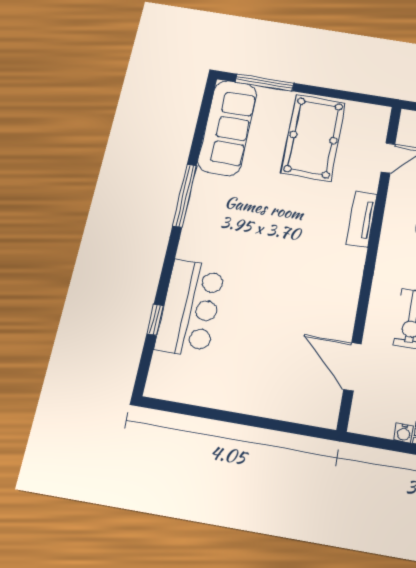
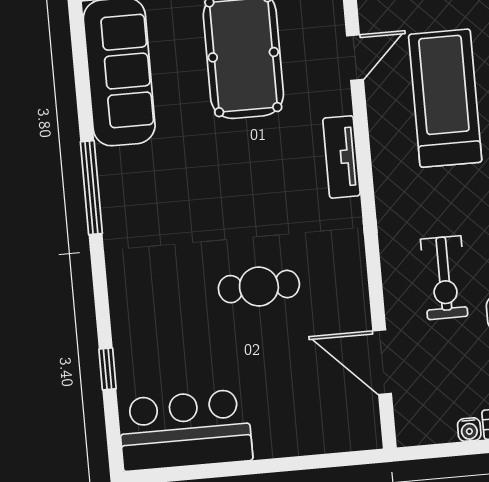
cafe table: (279, 291) -> (259, 287), added
bar counter: (190, 308) -> (185, 430), moved, turned -90

